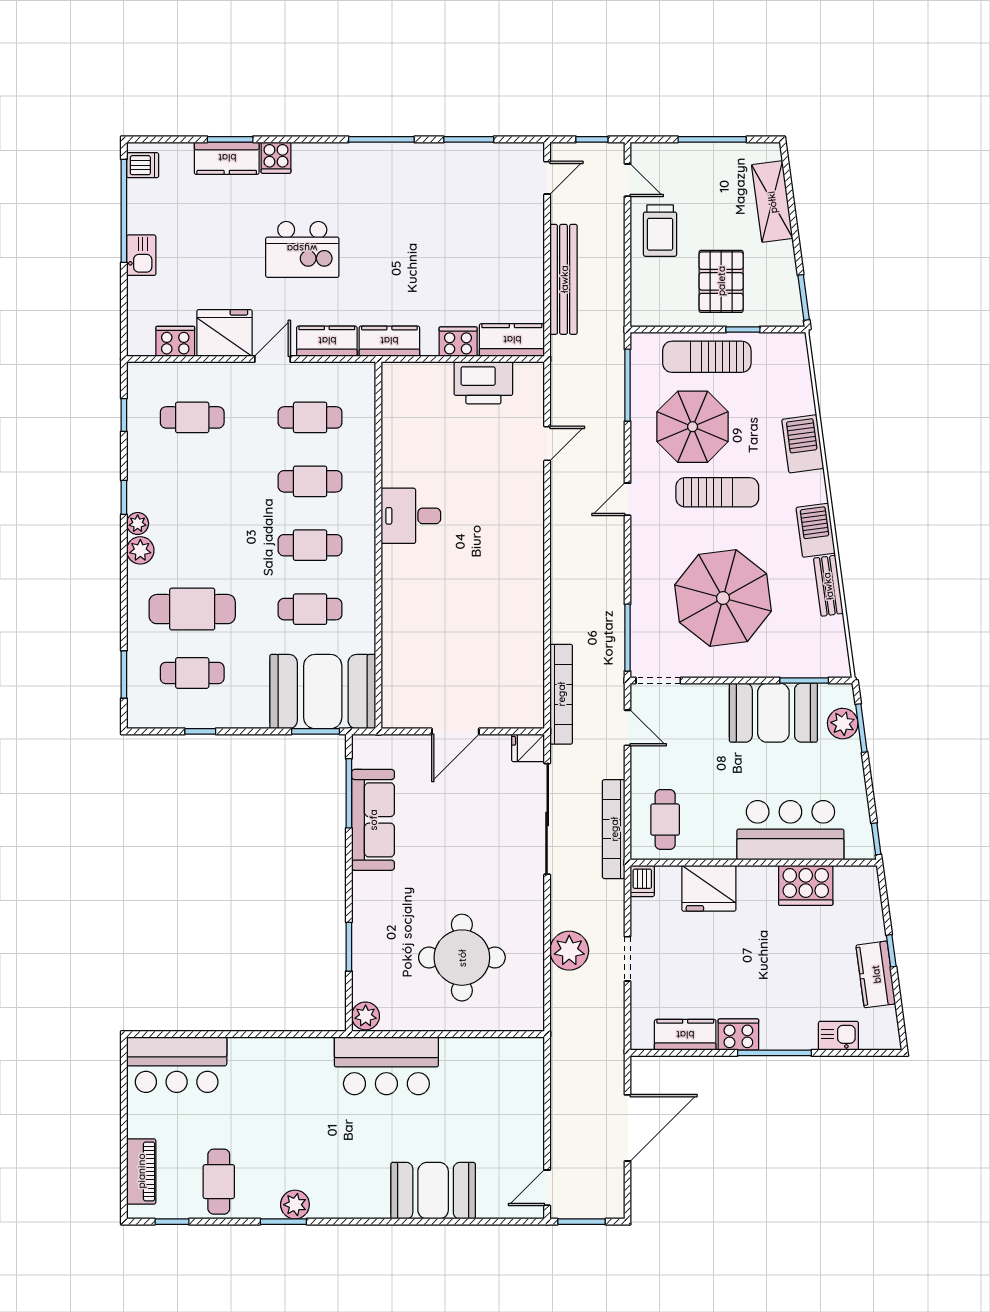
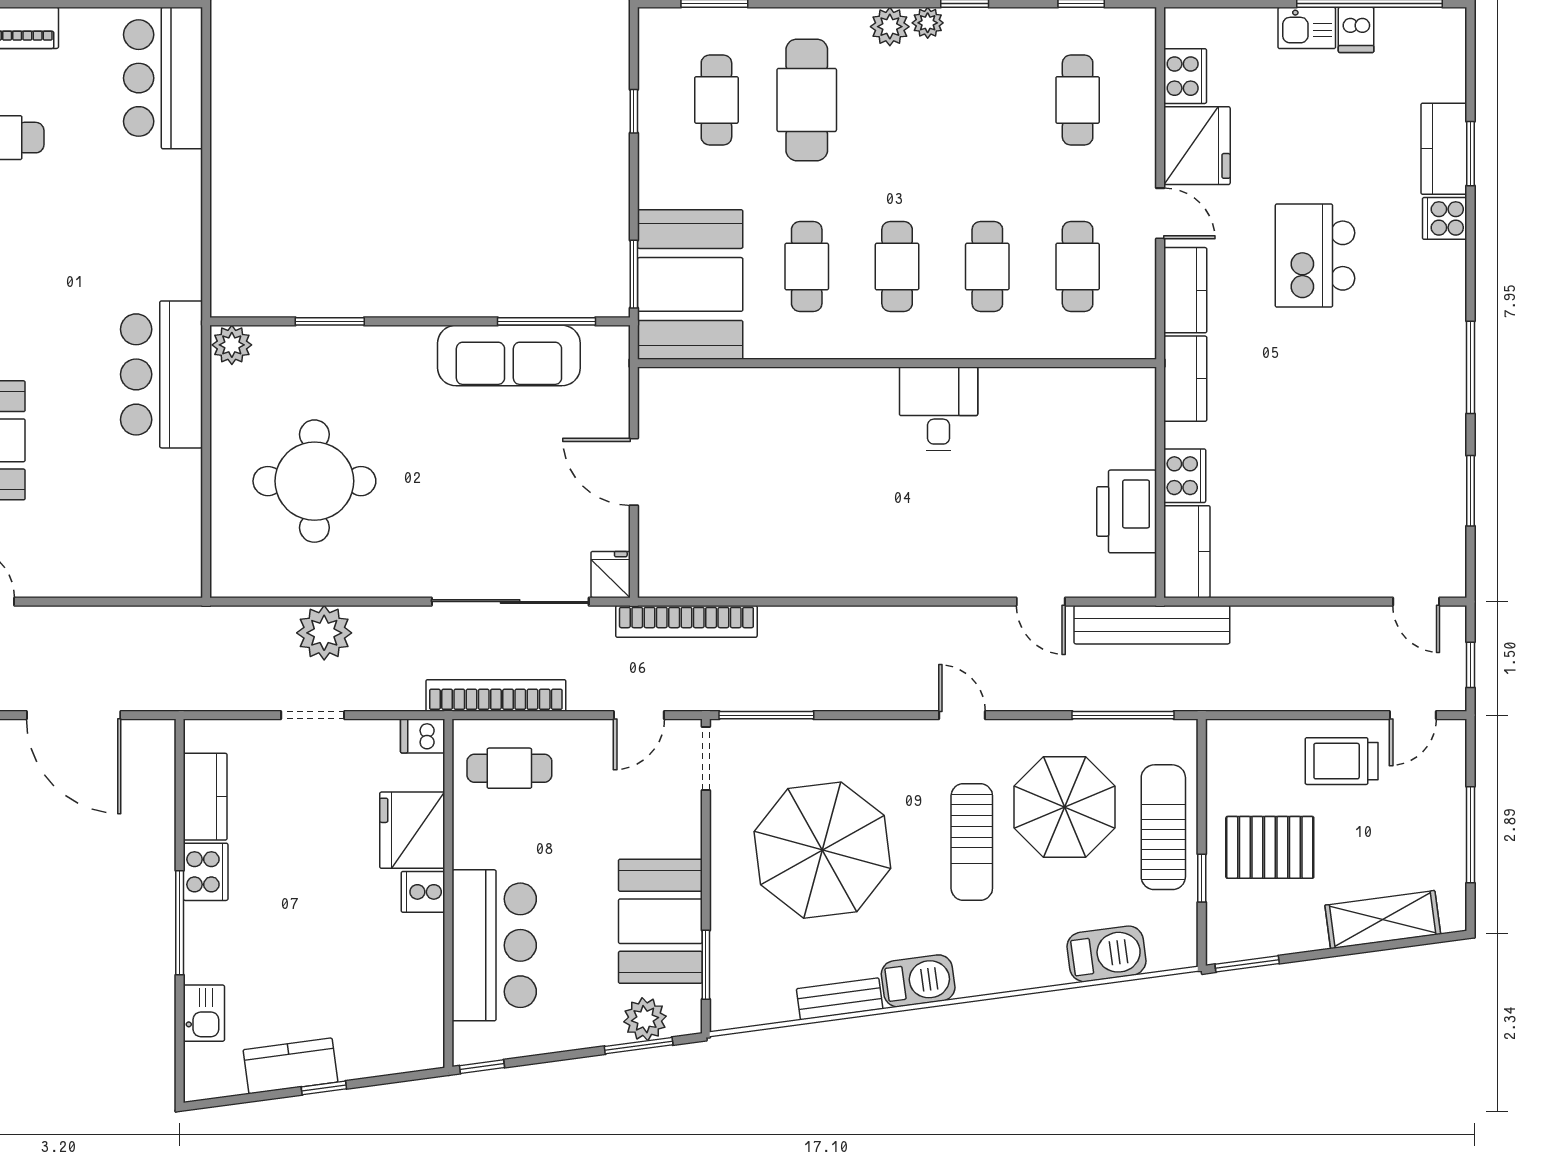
dishwasher: (143, 165) -> (1356, 30), moved
bench: (564, 279) -> (1152, 625), moved
barbecue: (803, 444) -> (1106, 954), moved
cooker: (806, 885) -> (423, 892), moved, width x0.53, depth x0.76

